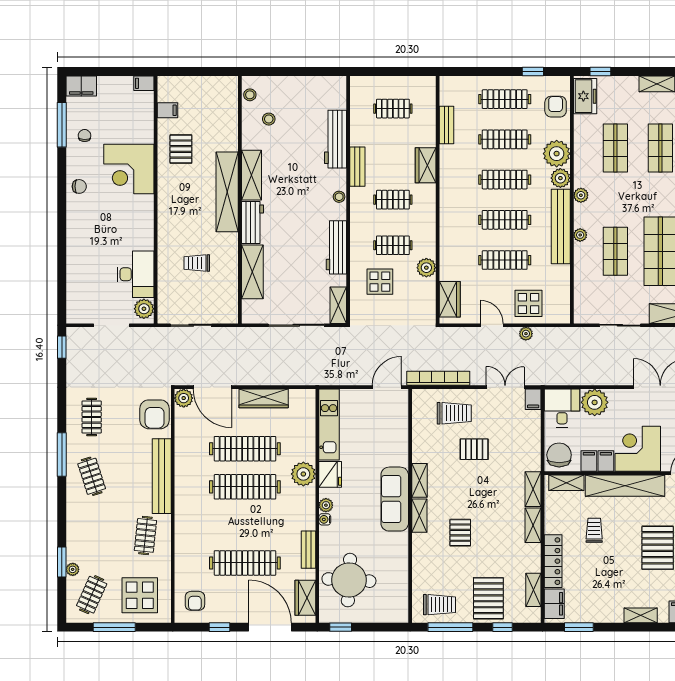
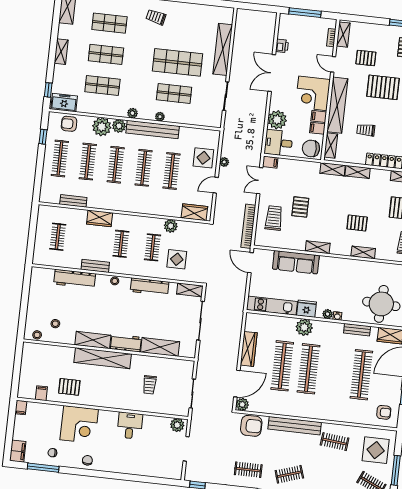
desk: (136, 274) -> (130, 426), moved, width x0.73
sofa: (395, 499) -> (296, 262), moved
shelving: (419, 516) -> (363, 252), moved

